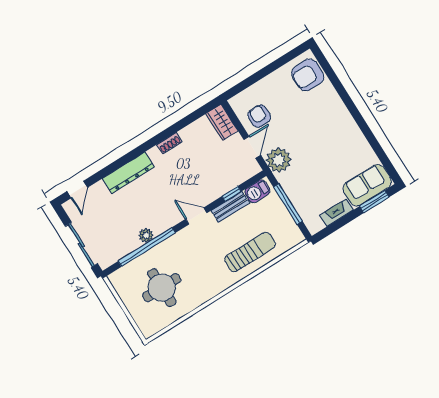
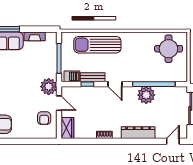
door: (252, 147) -> (59, 103), swing flipped
plant: (146, 235) -> (146, 95), width x1.88, depth x1.88
sun lounger: (250, 252) -> (97, 45), width x1.36, depth x1.34
round table: (162, 288) -> (169, 49), moved

